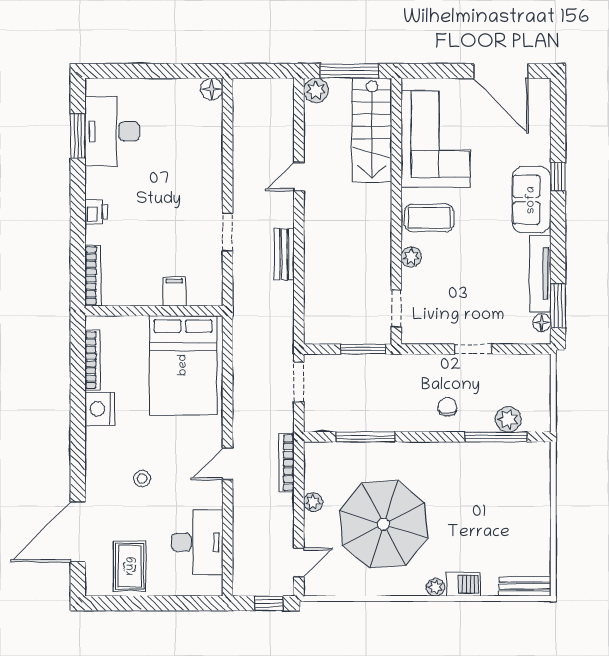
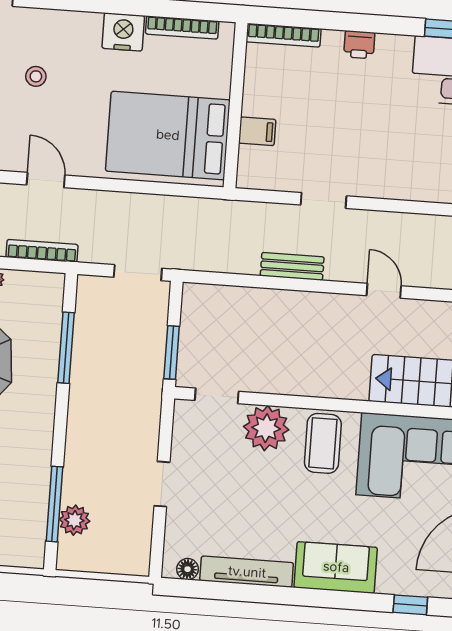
window: (558, 177) -> (410, 605), moved
plant: (411, 257) -> (266, 428), width x1.87, depth x1.87
window: (558, 306) -> (206, 590), removed
chair: (448, 407) -> (95, 449), removed

